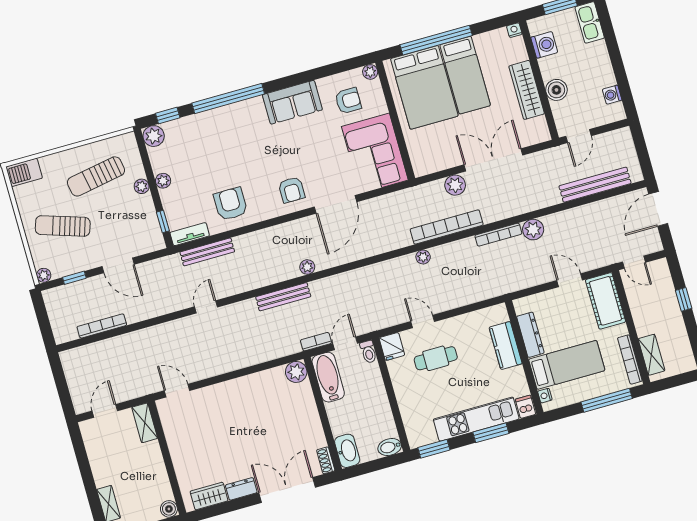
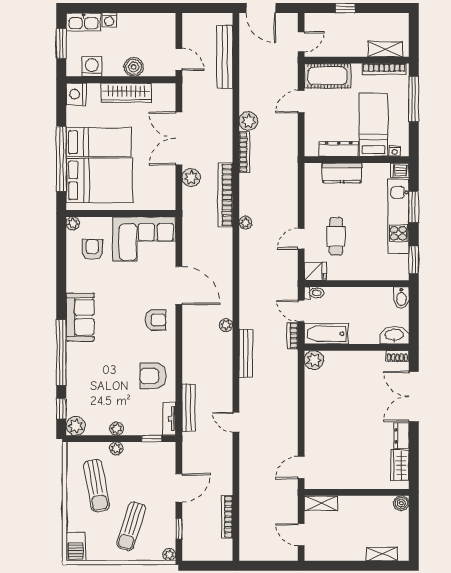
nightstand: (514, 30) -> (76, 94), width x1.89, depth x1.79
washing machine: (612, 95) -> (109, 20), moved
sofa: (292, 102) -> (80, 317), moved

